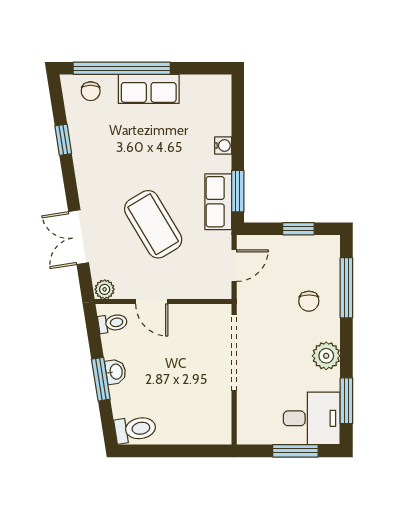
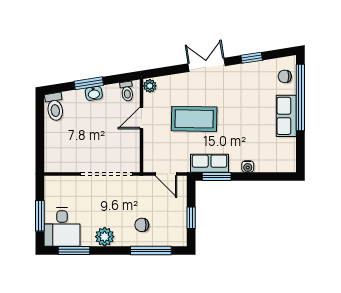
coffee table: (153, 224) -> (194, 119), turned 32
double door: (79, 237) -> (207, 65), moved

